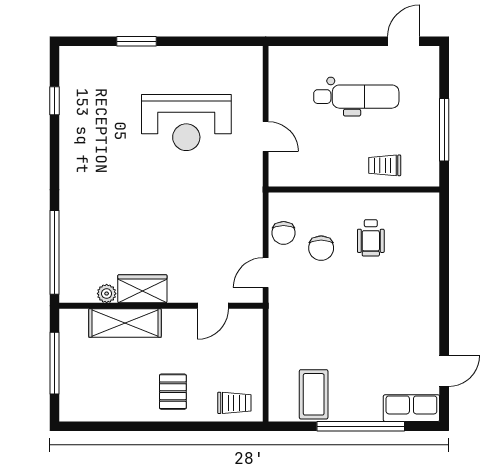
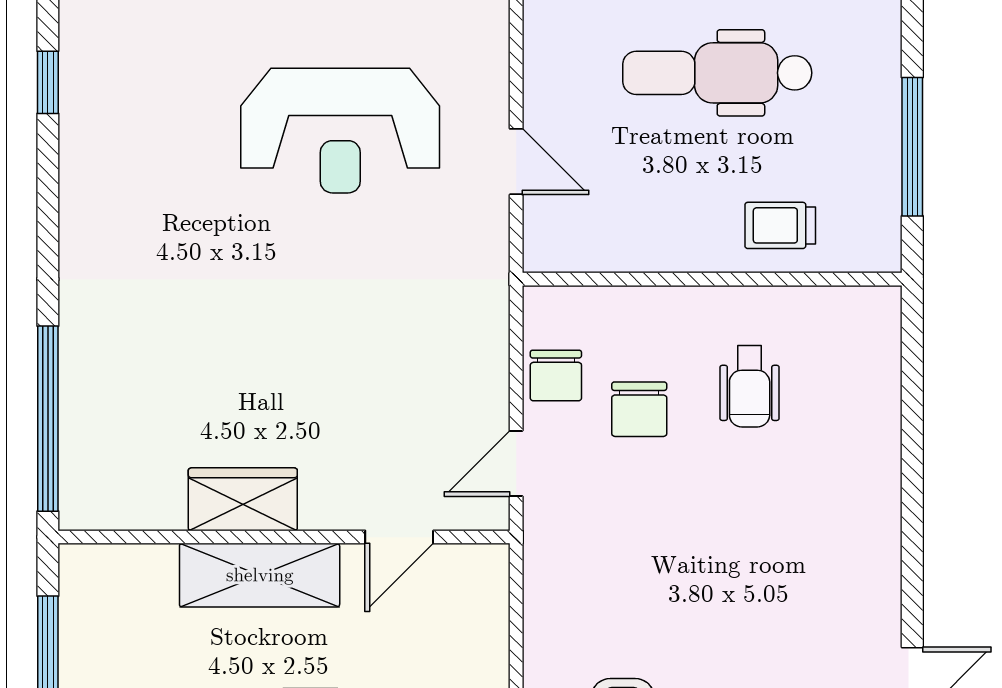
dental chair: (356, 97) -> (717, 73), turned 180
plant: (107, 294) -> (163, 510), removed
shelving: (125, 323) -> (260, 575), moved

